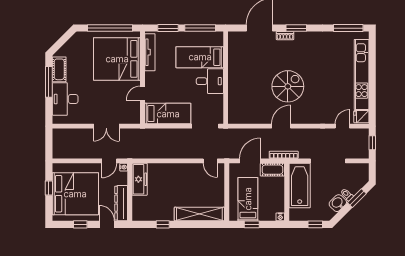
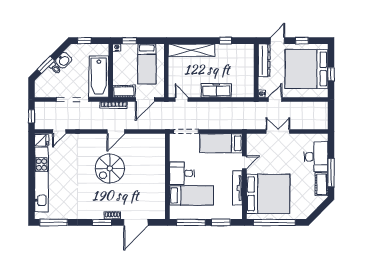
tv unit: (150, 52) -> (238, 188), moved
freezer: (140, 179) -> (216, 90), moved, turned 90
door: (107, 224) -> (277, 41), swing flipped
window: (252, 224) -> (129, 41), moved

